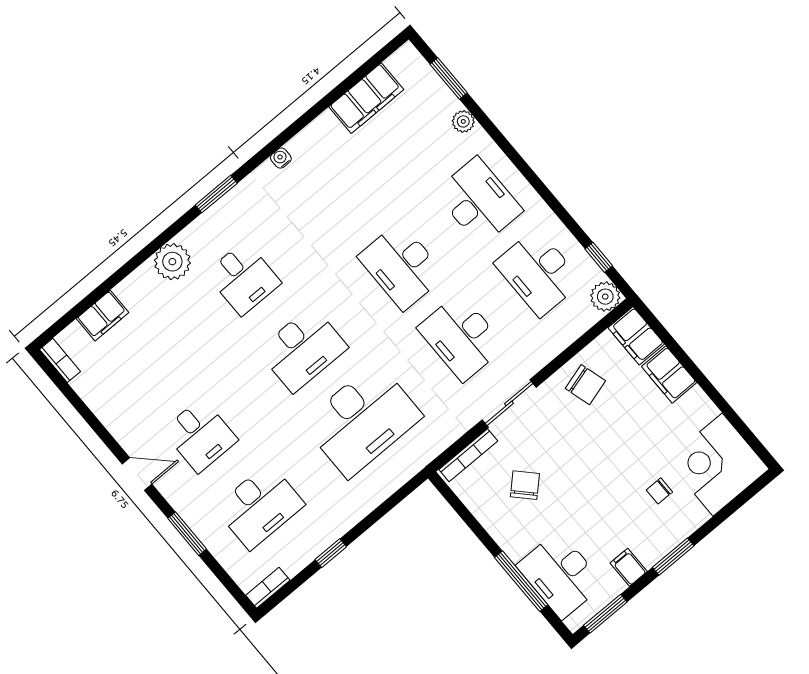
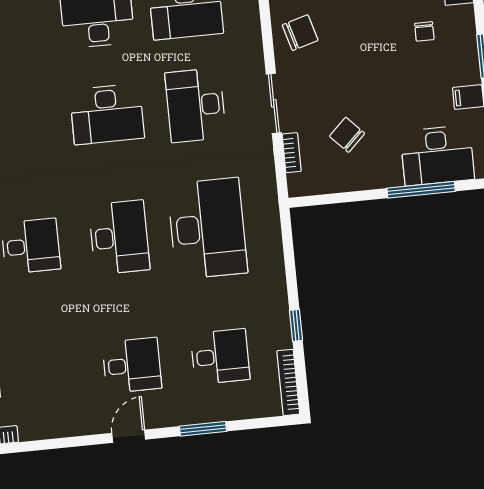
desk: (461, 337) -> (195, 105), turned 90
bookcase: (468, 455) -> (292, 153), width x0.64
desk: (260, 506) -> (220, 357), width x0.73
bookcase: (268, 588) -> (288, 382), width x1.56

